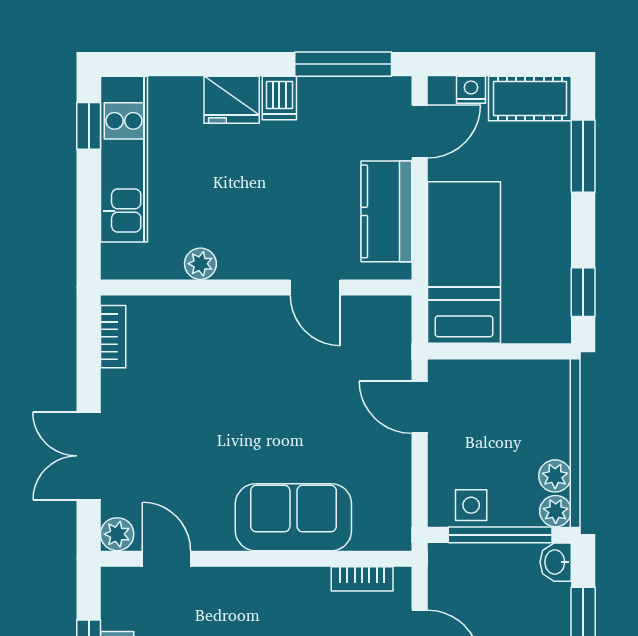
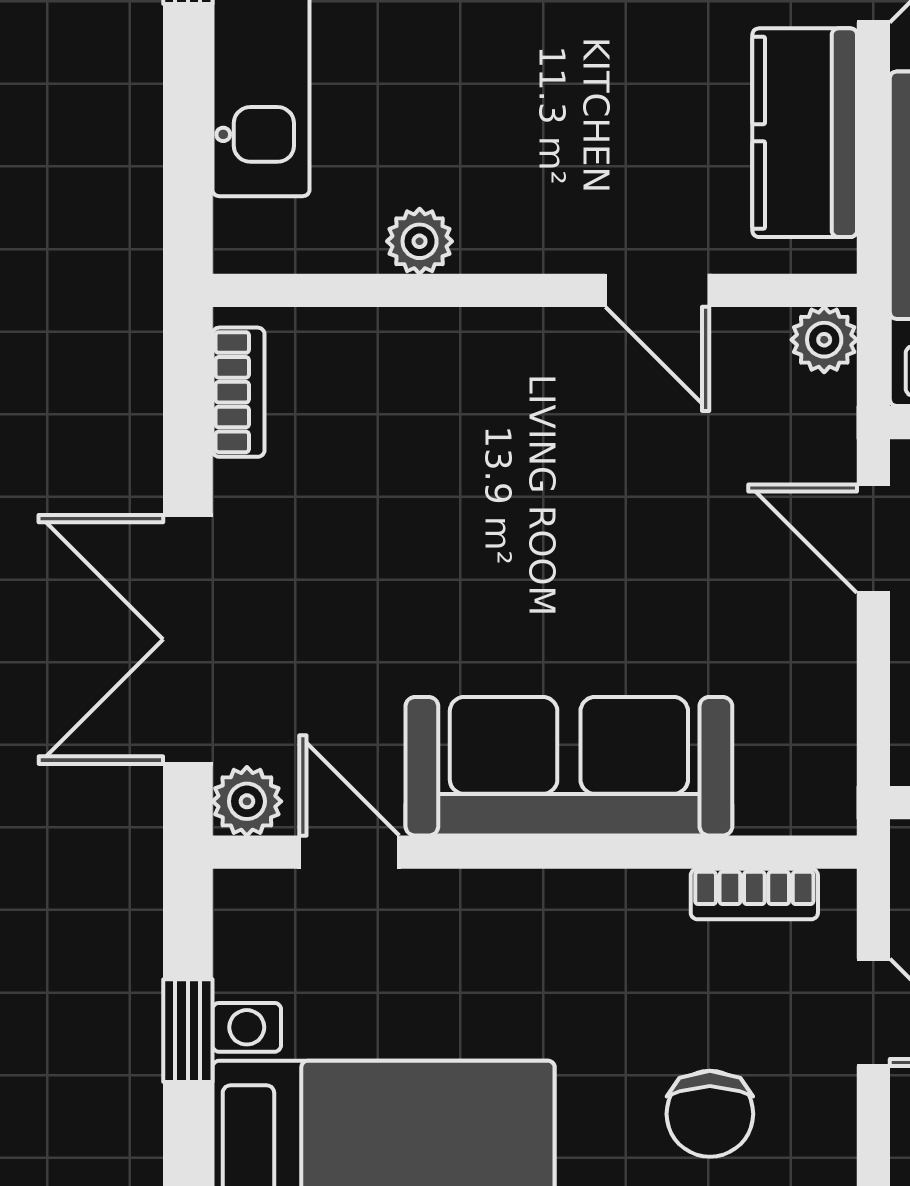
plant: (396, 311) -> (824, 340), added
double door: (89, 456) -> (188, 639), width x1.37
sofa: (293, 517) -> (569, 766), width x1.36

